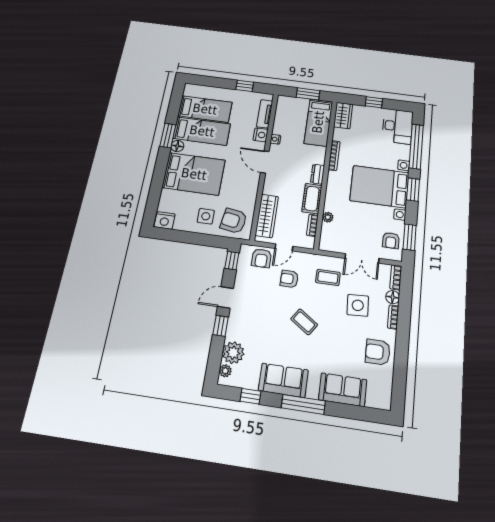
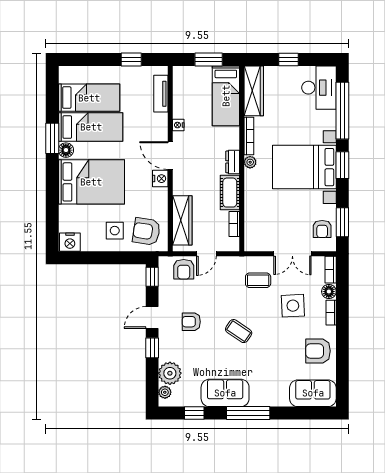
wardrobe: (343, 115) -> (254, 91), width x1.50
nightstand: (261, 135) -> (160, 179), moved
plant: (328, 217) -> (250, 162), moved
armchair: (289, 279) -> (191, 322), moved
sofa: (343, 390) -> (313, 393), moved

